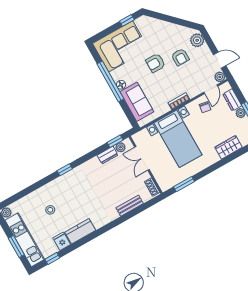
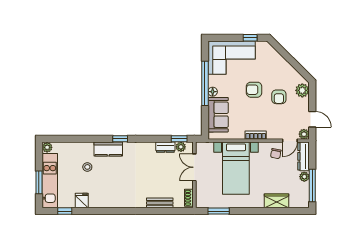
dresser: (232, 100) -> (303, 156), width x1.44
kitchen counter: (80, 231) -> (108, 149), moved, turned 180

